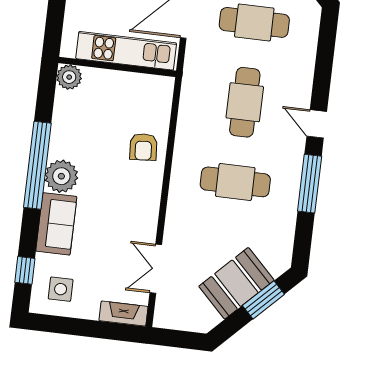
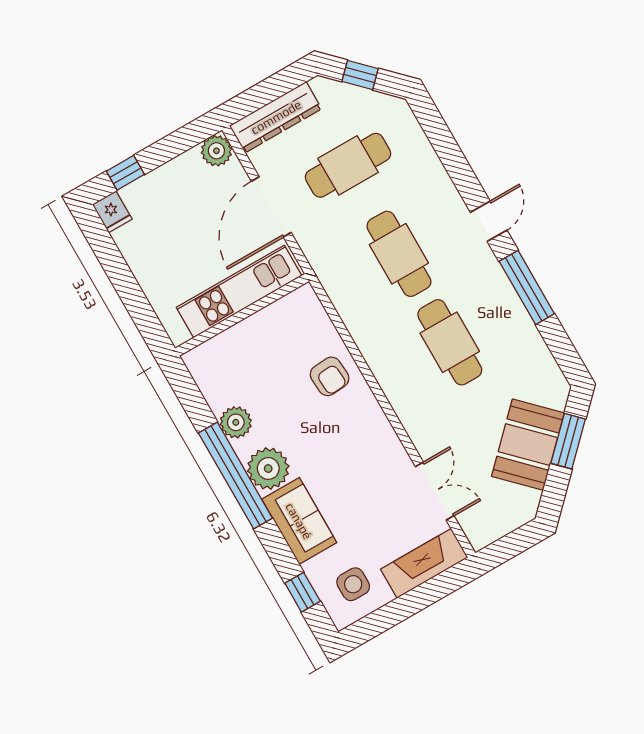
plant: (69, 77) -> (236, 422), moved
door: (317, 124) -> (489, 221), swing flipped
cafe table: (235, 182) -> (450, 342), turned 90
double door: (156, 269) -> (435, 491), swing flipped
fireplace: (123, 314) -> (424, 563), width x1.37, depth x1.32

